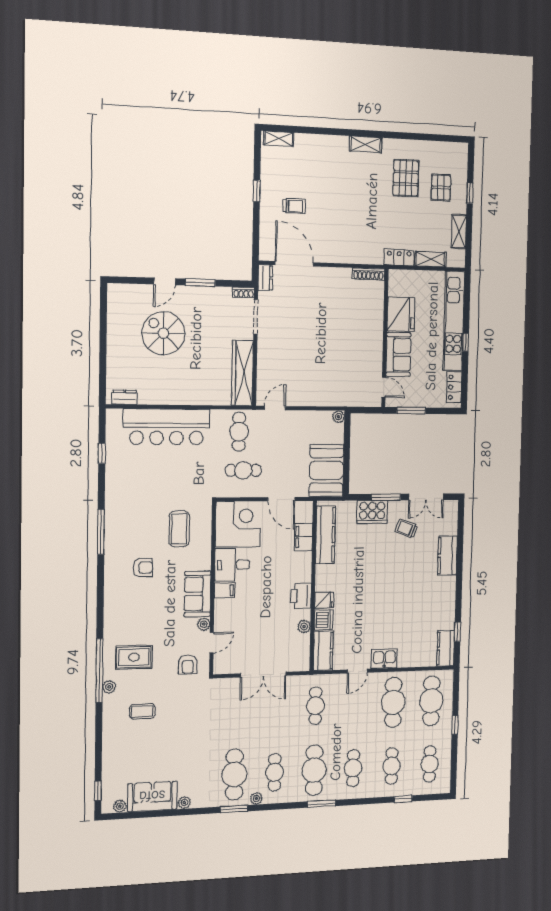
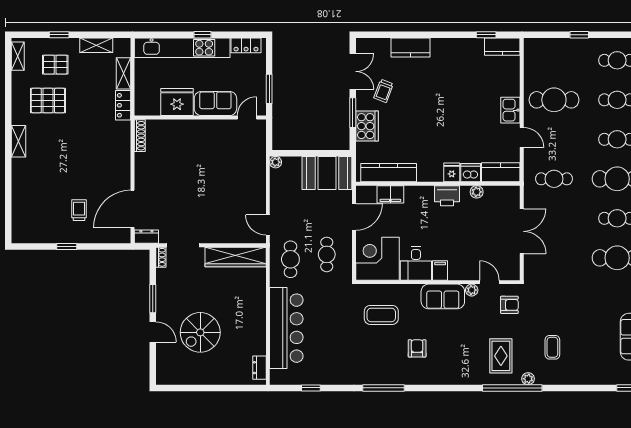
shelving: (279, 139) -> (18, 56), moved
cafe table: (239, 432) -> (290, 259), turned 90
cafe table: (431, 701) -> (554, 60), removed

